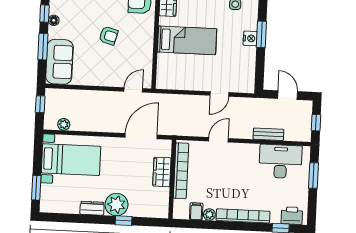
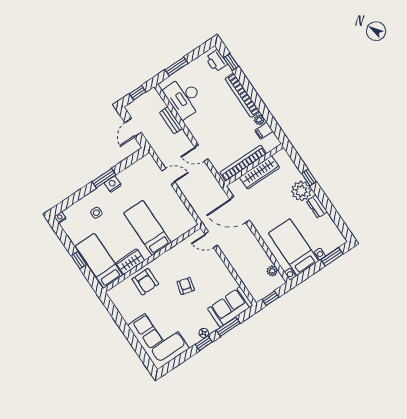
wardrobe: (162, 172) -> (259, 172), width x1.50

